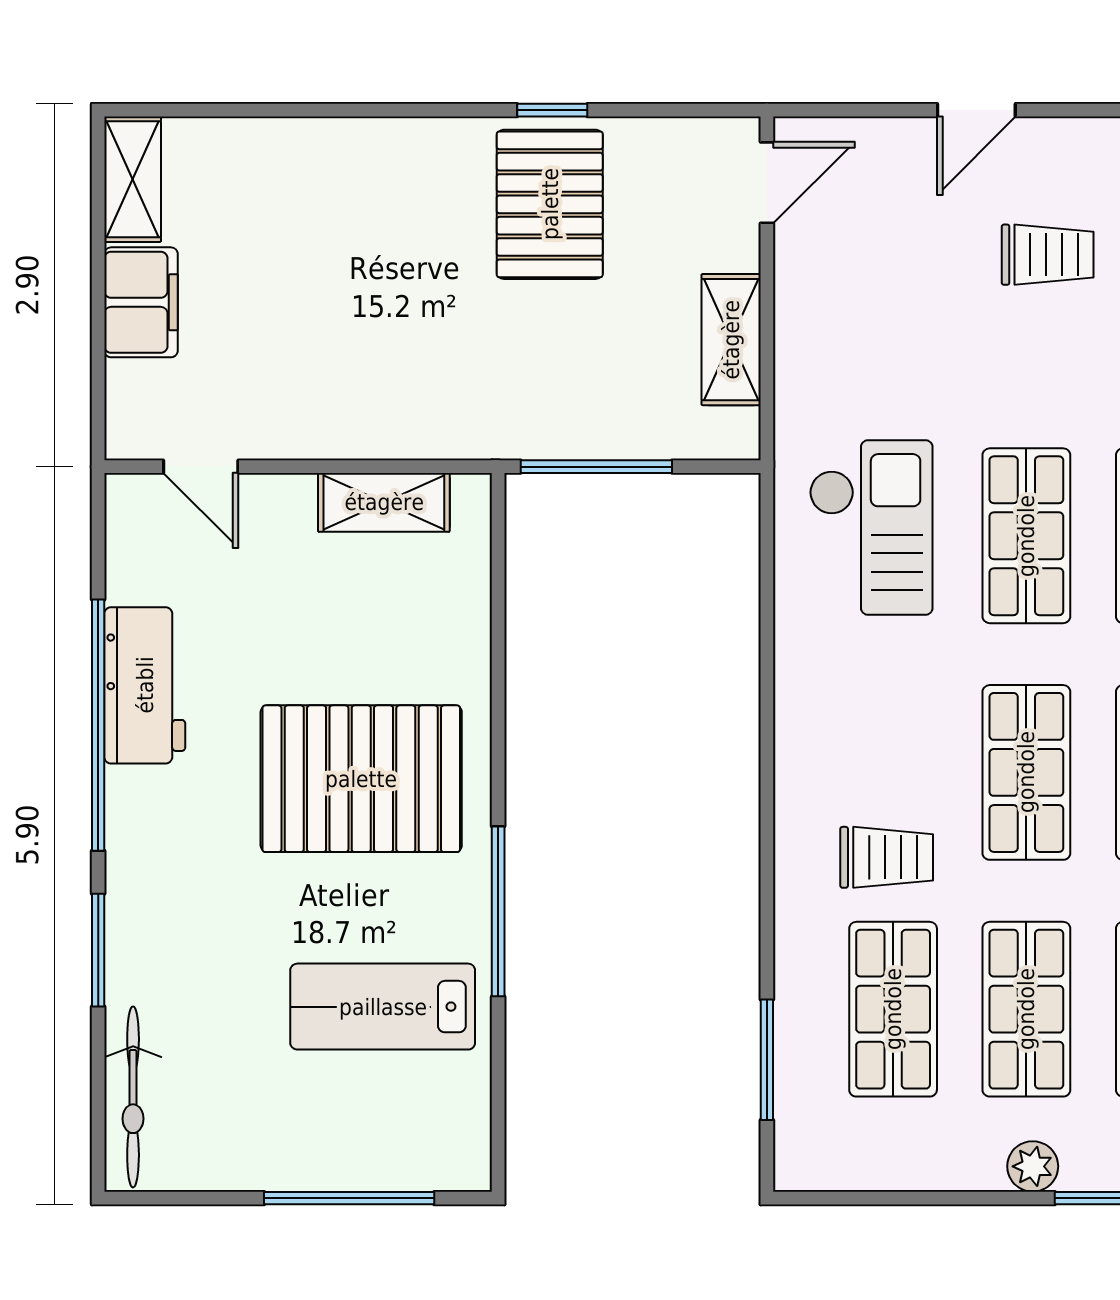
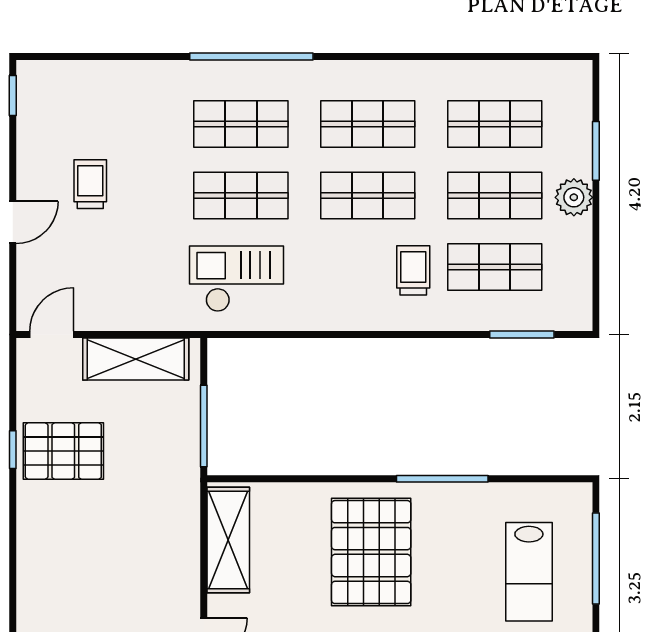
door: (976, 110) -> (13, 222), hinge flipped
door: (767, 183) -> (52, 335), hinge flipped
shelving: (731, 340) -> (136, 359), width x1.50, depth x1.33
shelving: (384, 502) -> (228, 540), width x1.50, depth x1.33
lab bench: (383, 1007) -> (529, 572), moved
plant: (1033, 1166) -> (574, 197), width x1.38, depth x1.38

